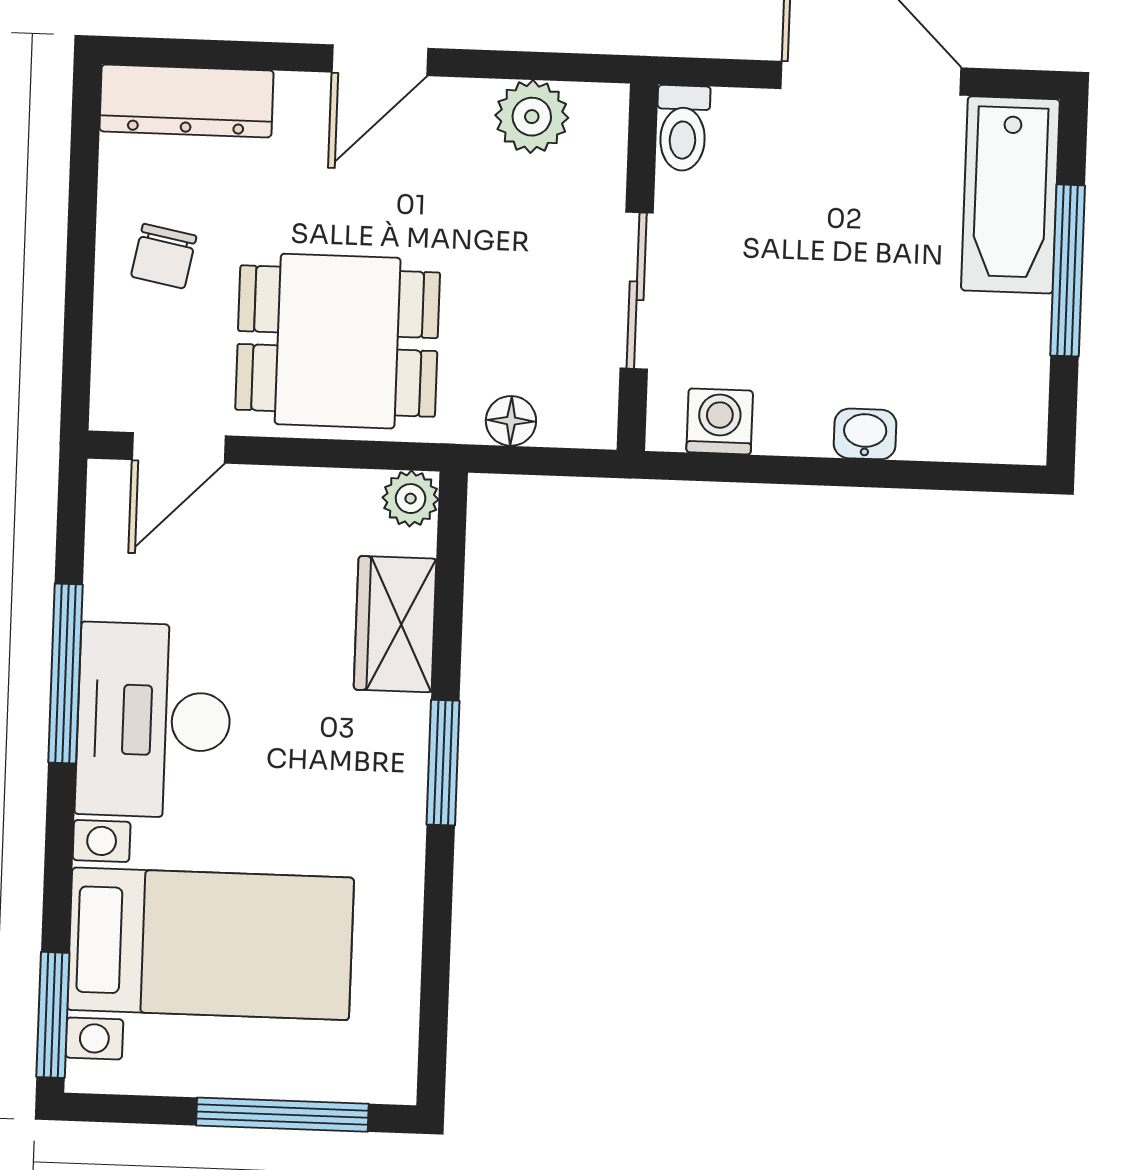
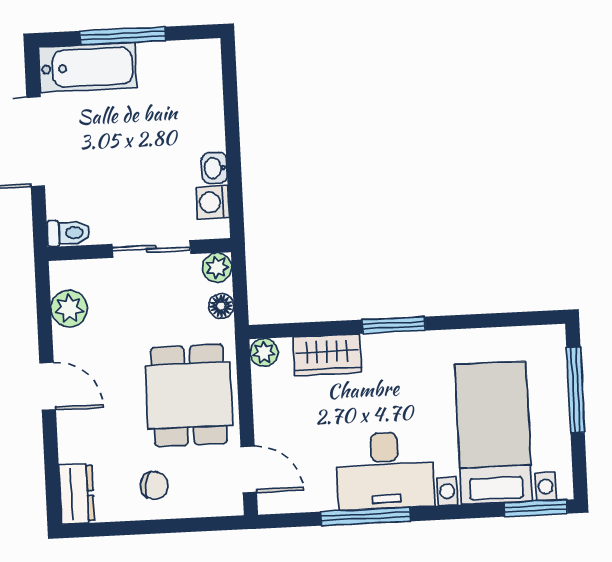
dresser: (187, 101) -> (77, 494), width x0.70
plant: (588, 419) -> (217, 267), added
washbasin: (865, 434) -> (214, 168), moved

